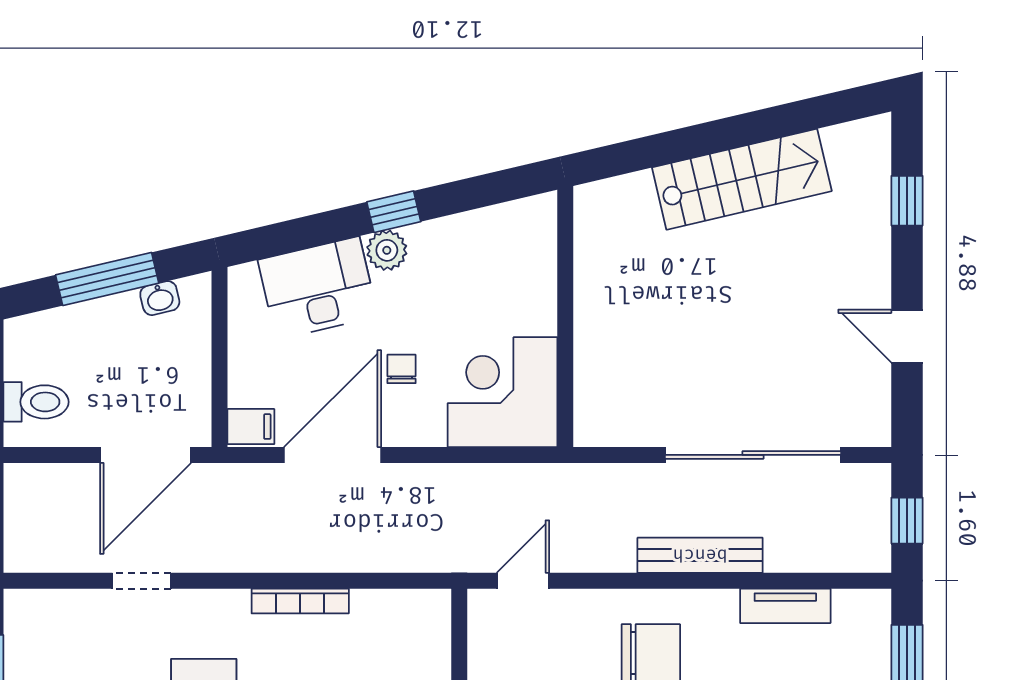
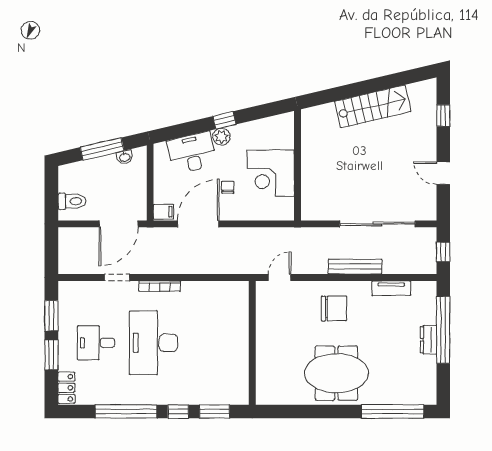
corner desk: (502, 392) -> (271, 173), moved, turned -90
bookcase: (300, 601) -> (160, 286), moved

